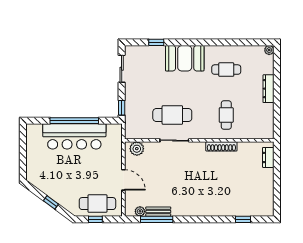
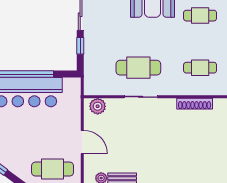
window: (122, 108) -> (80, 46), moved
cafe table: (226, 115) -> (200, 68), turned 90

